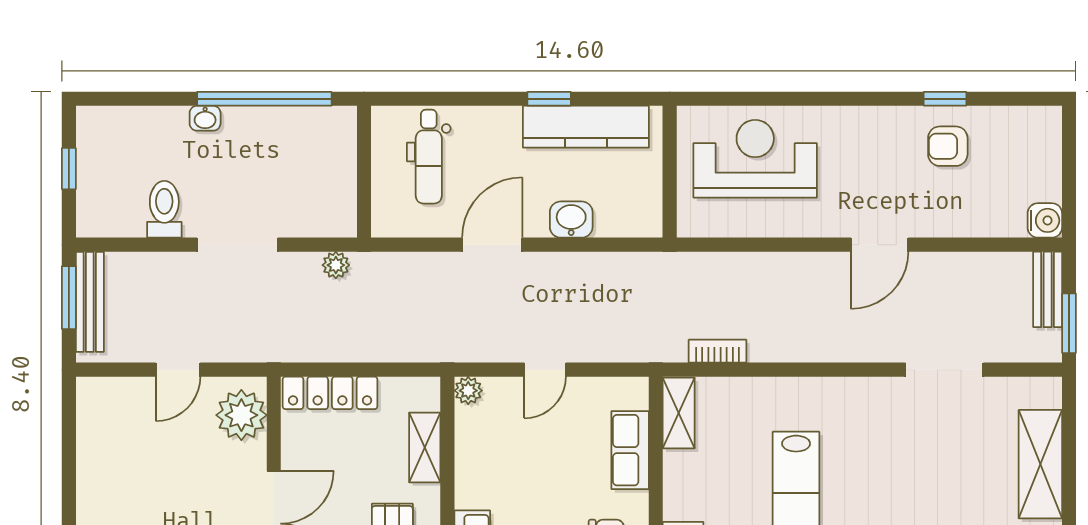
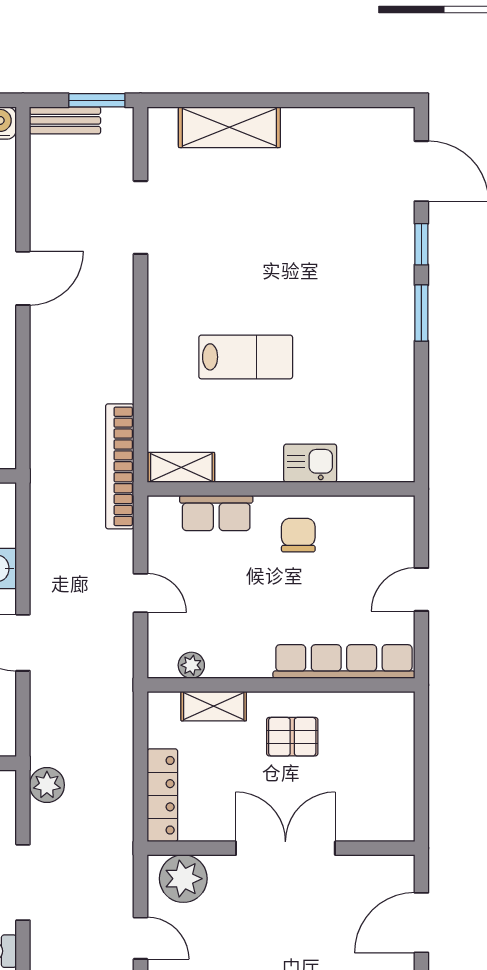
door: (880, 245) -> (23, 278), hinge flipped
plant: (336, 265) -> (47, 785), width x1.38, depth x1.38
bookcase: (717, 351) -> (120, 466), width x2.31, depth x1.31
plant: (468, 391) -> (191, 665), moved

